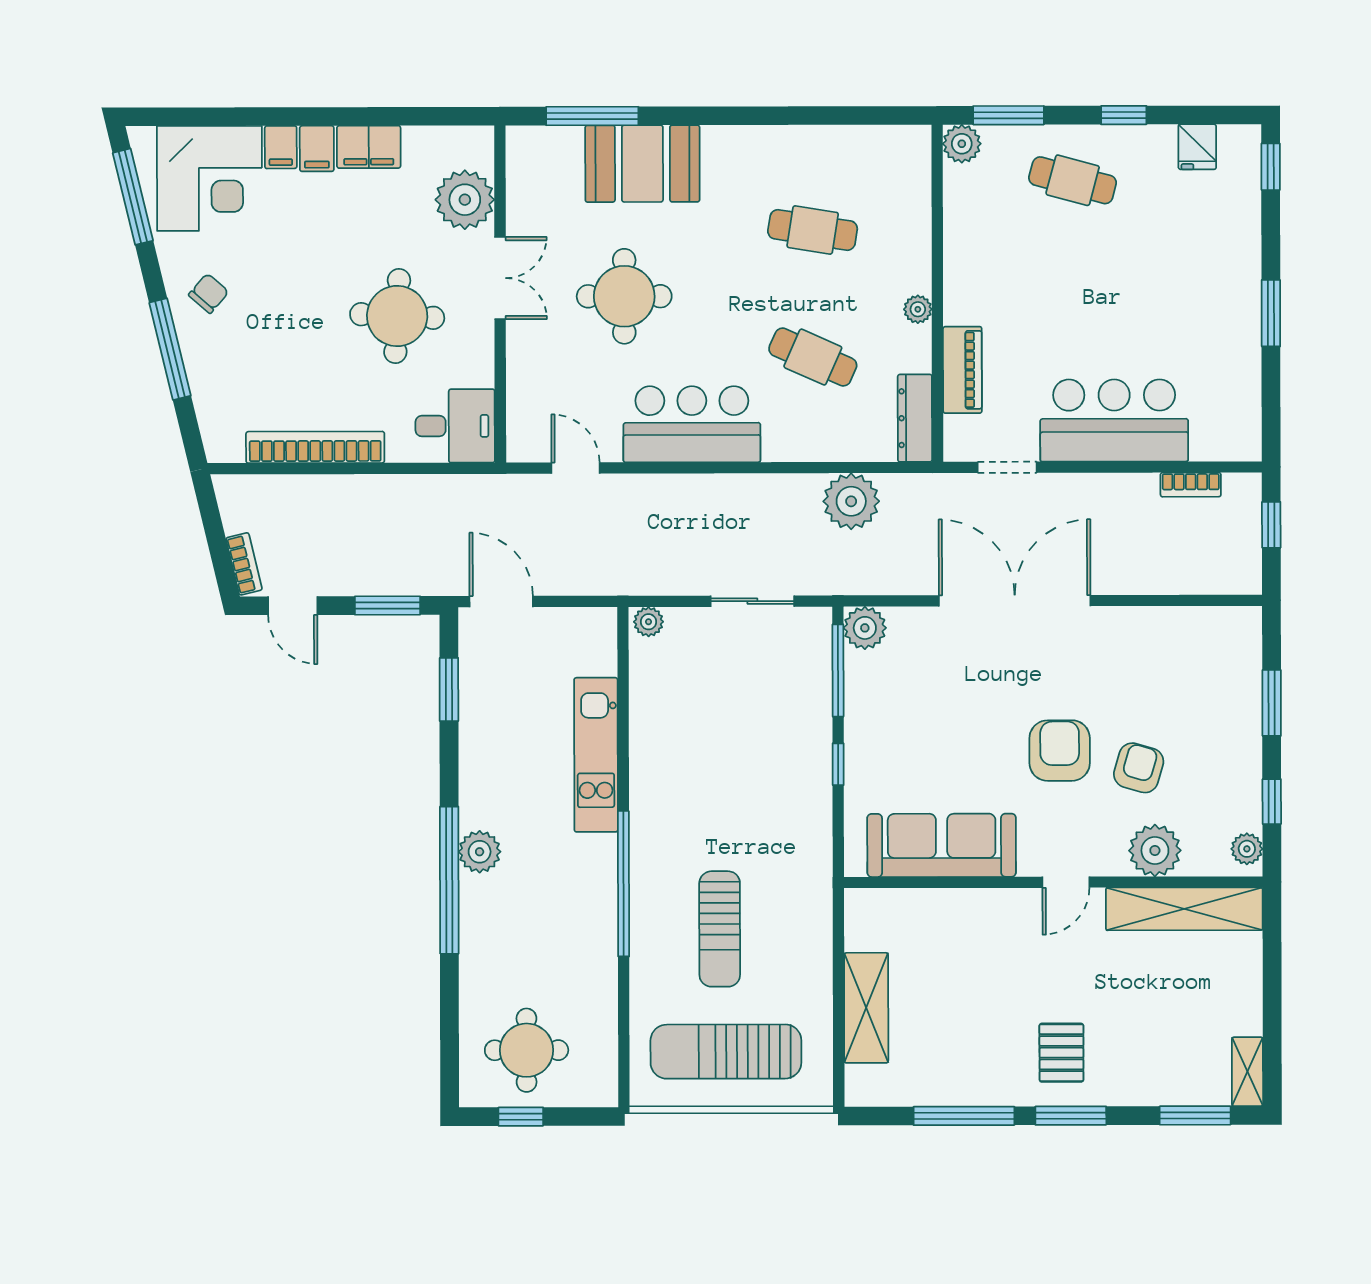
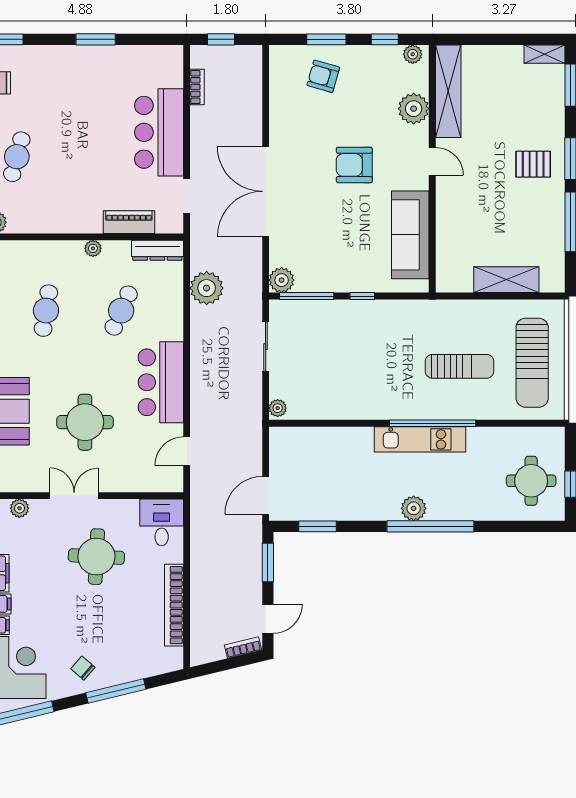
plant: (465, 200) -> (19, 508), width x0.53, depth x0.53
kitchen unit: (596, 755) -> (420, 439), moved
armchair: (1139, 768) -> (323, 76), moved

